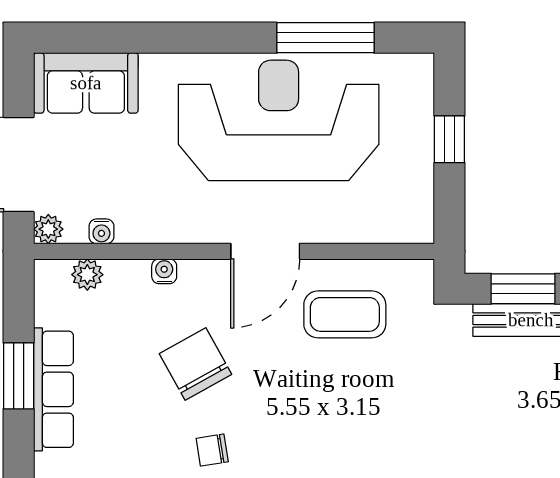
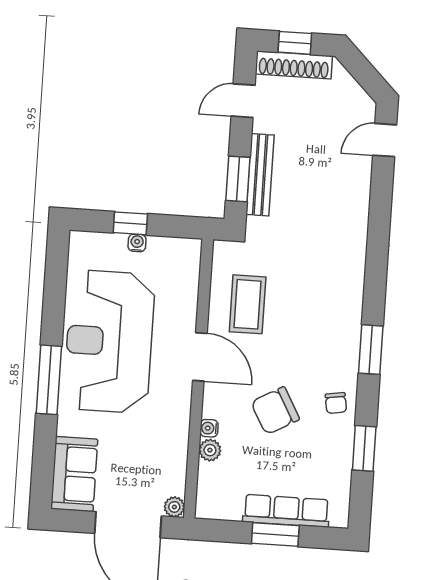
window: (325, 38) -> (49, 380), moved
water cooler: (101, 231) -> (137, 243), moved, turned -90
plant: (87, 275) -> (210, 450), moved

